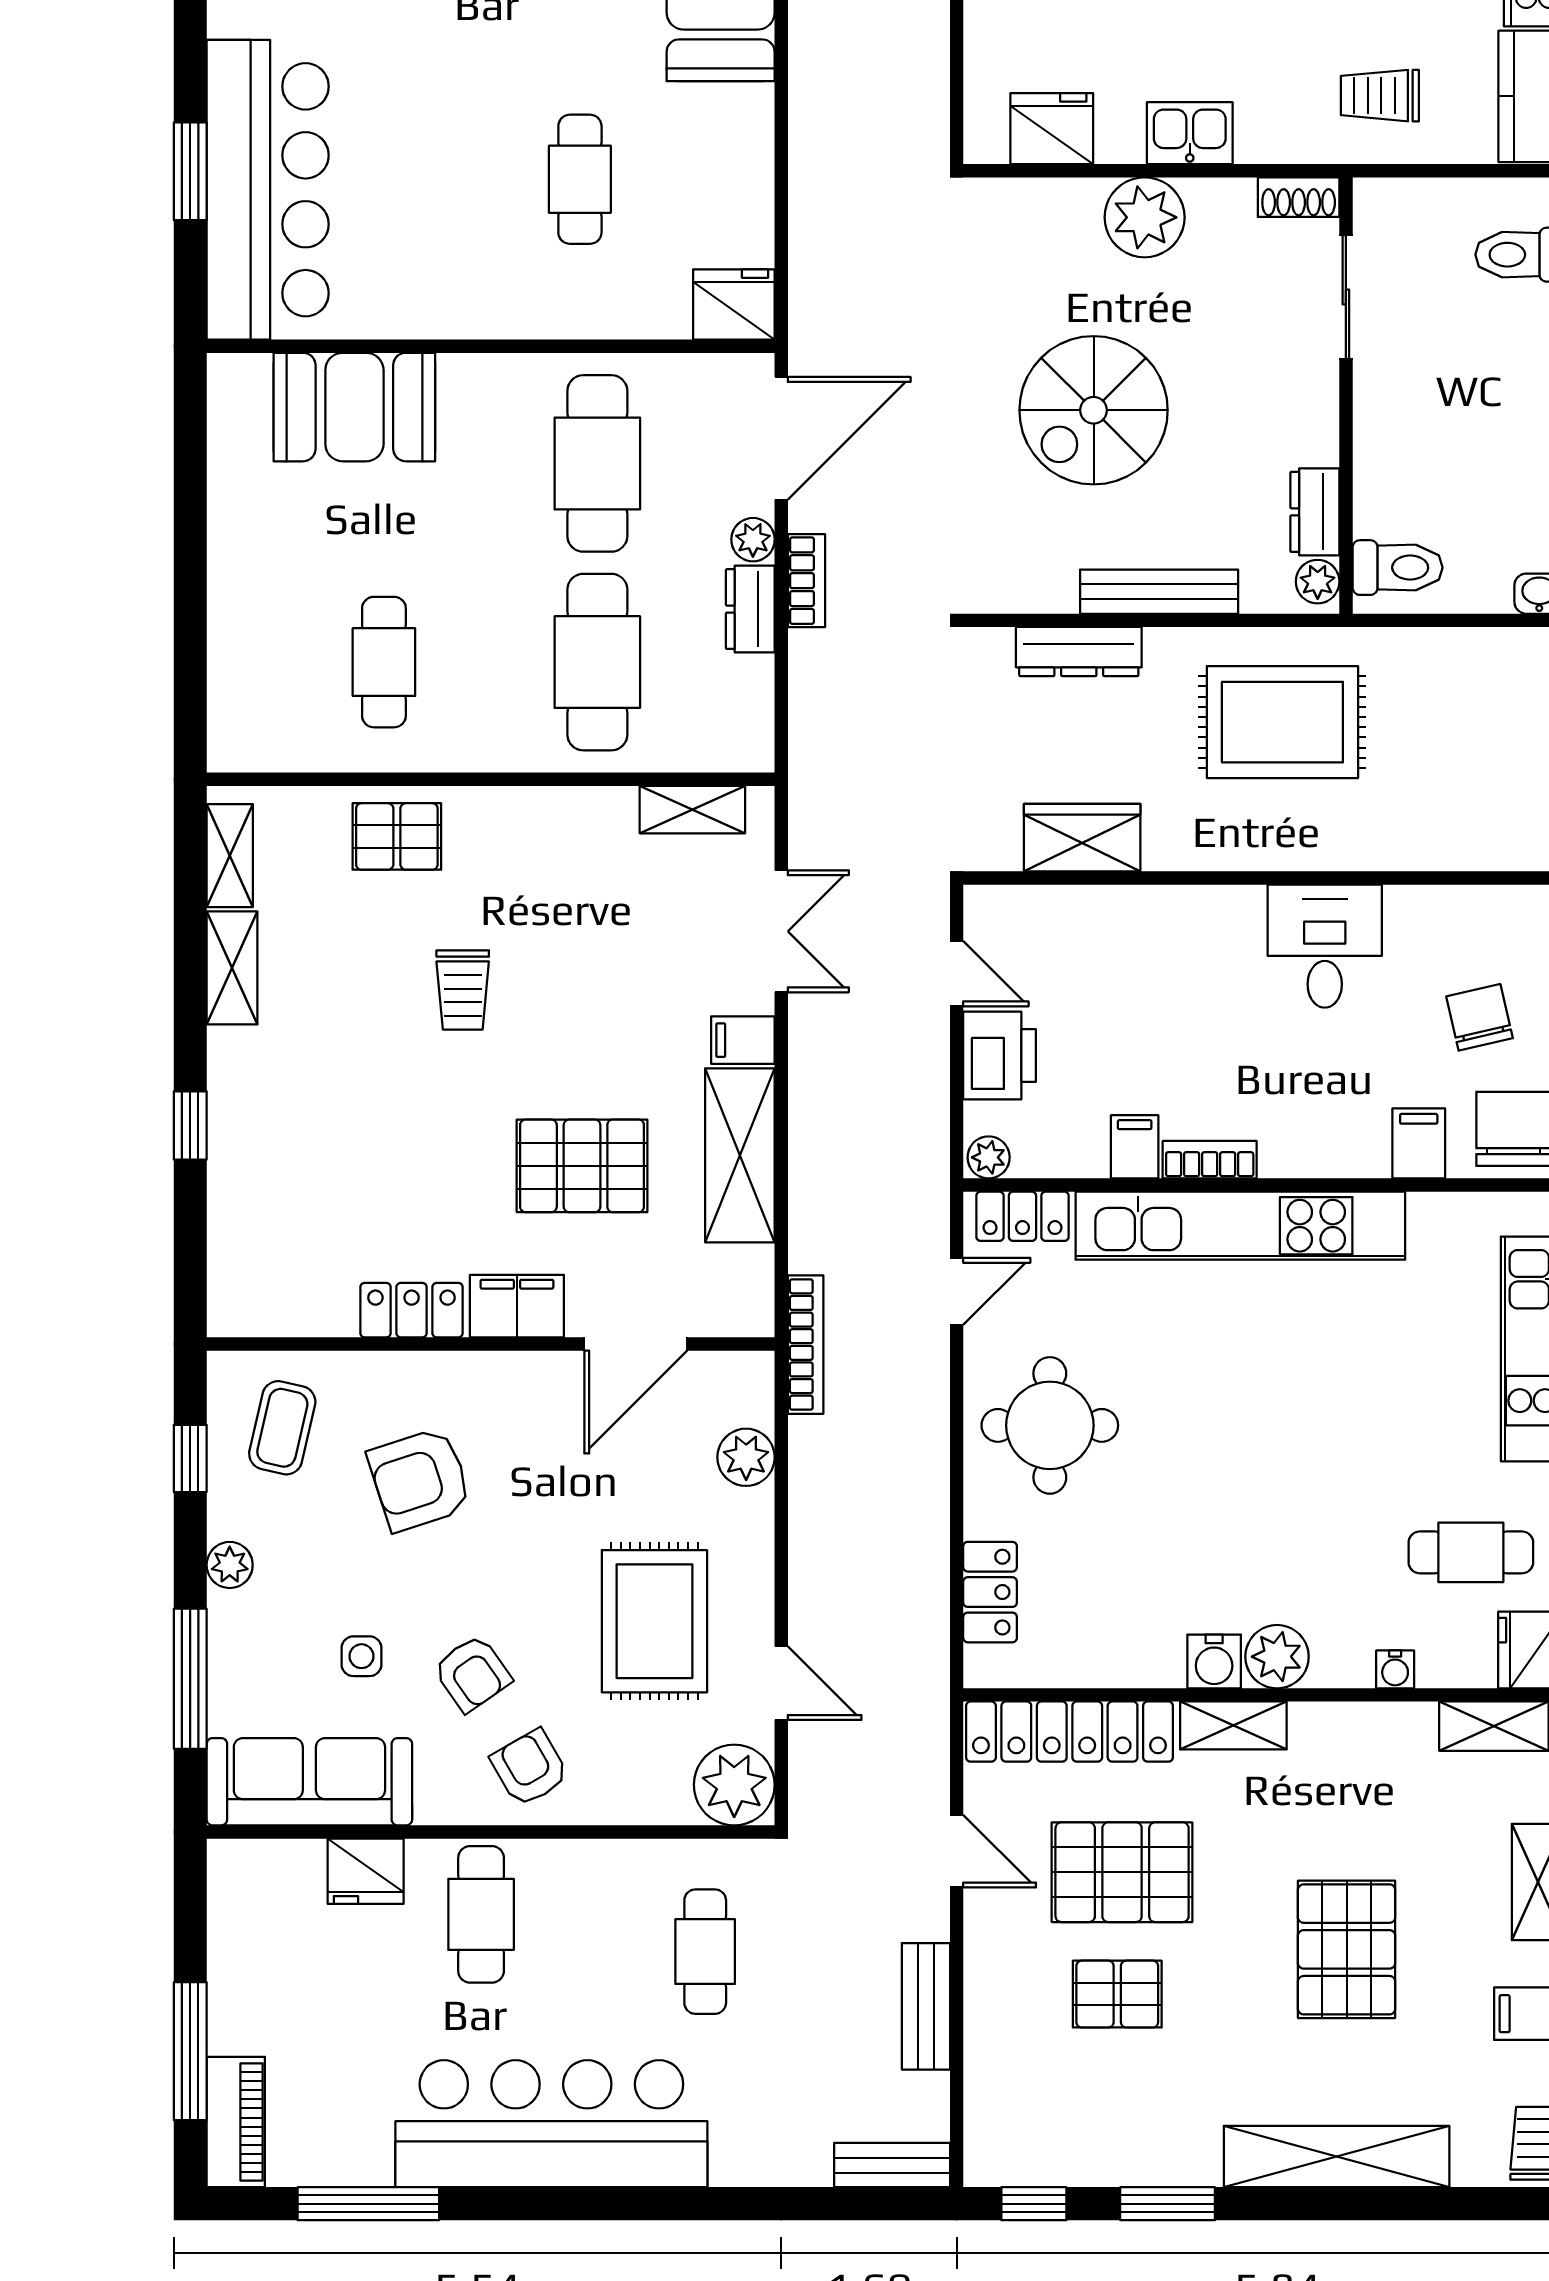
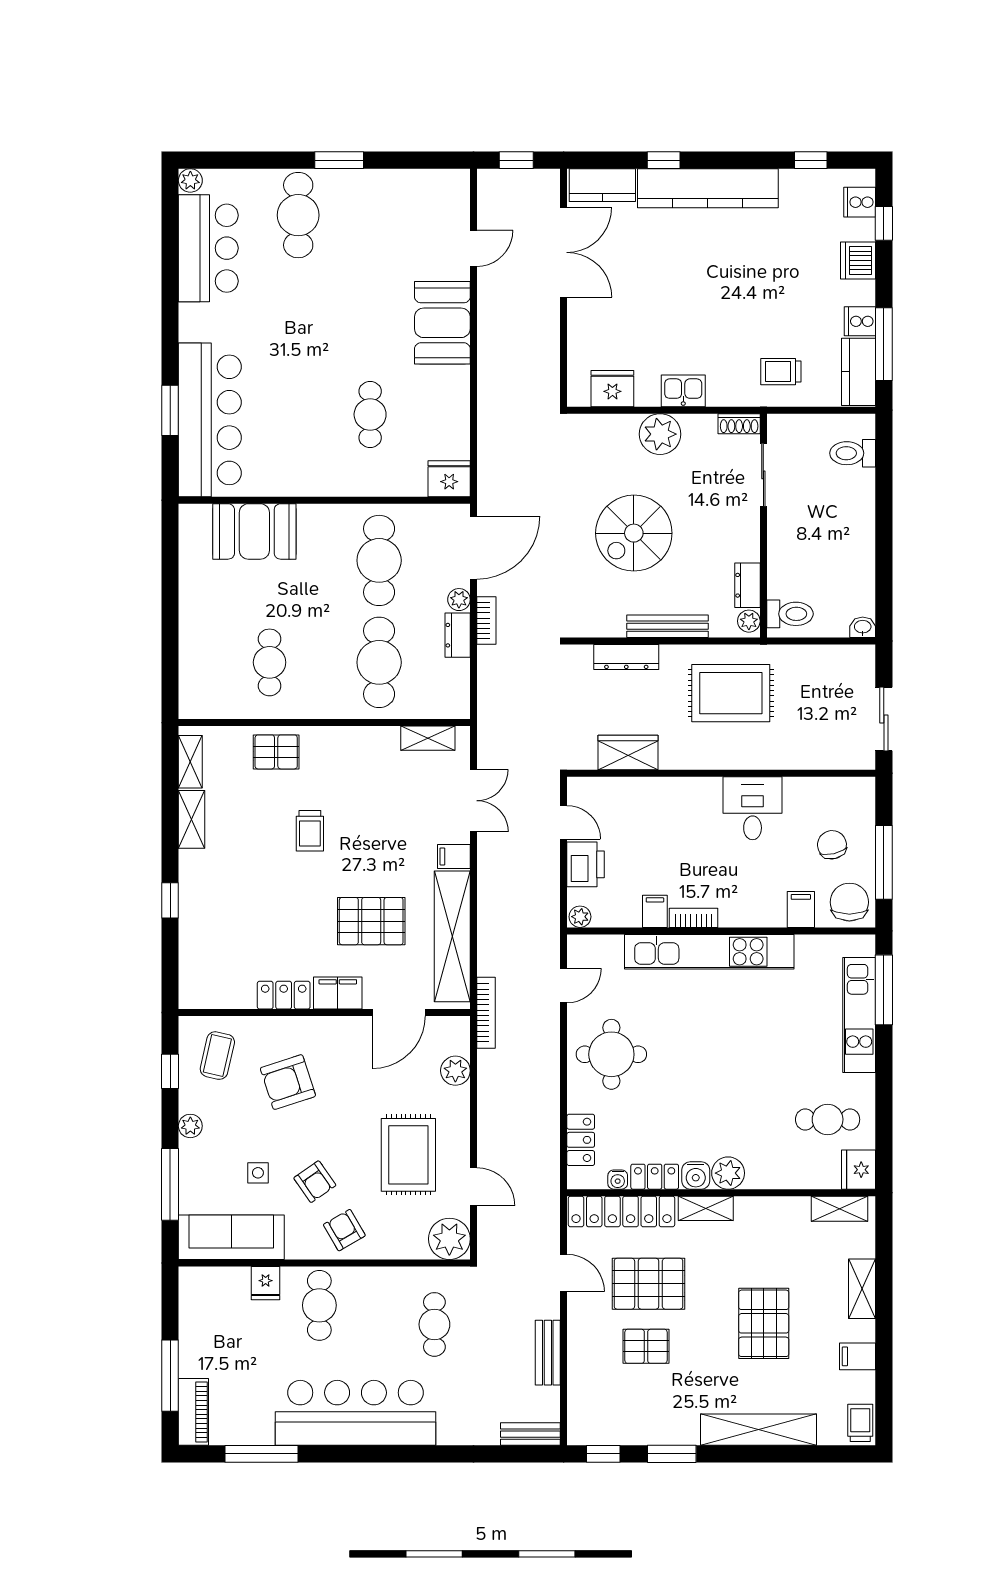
shelving: (740, 1155) -> (452, 936), width x1.47
locker: (1022, 1216) -> (655, 1177), moved, turned 180
water cooler: (1395, 1669) -> (618, 1180), moved
fridge: (366, 1871) -> (266, 1283), width x0.72

